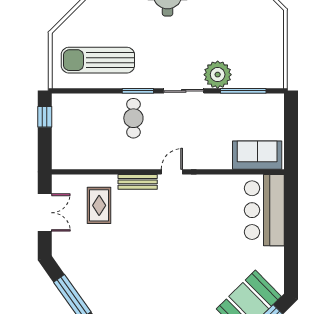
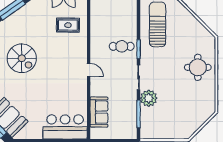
sofa: (257, 155) -> (99, 112), moved
bench: (138, 182) -> (82, 49), removed
spiral stairs: (153, 280) -> (22, 58), added

